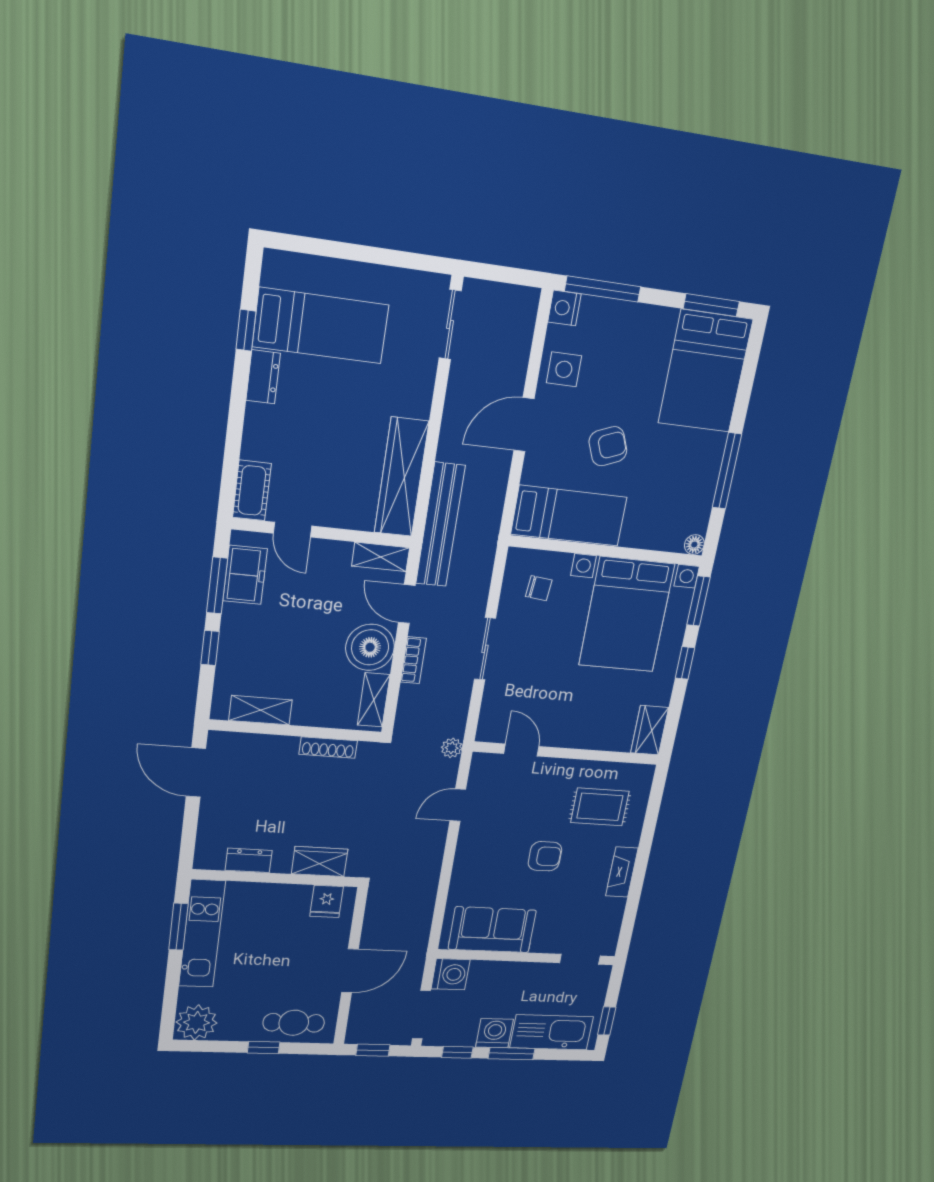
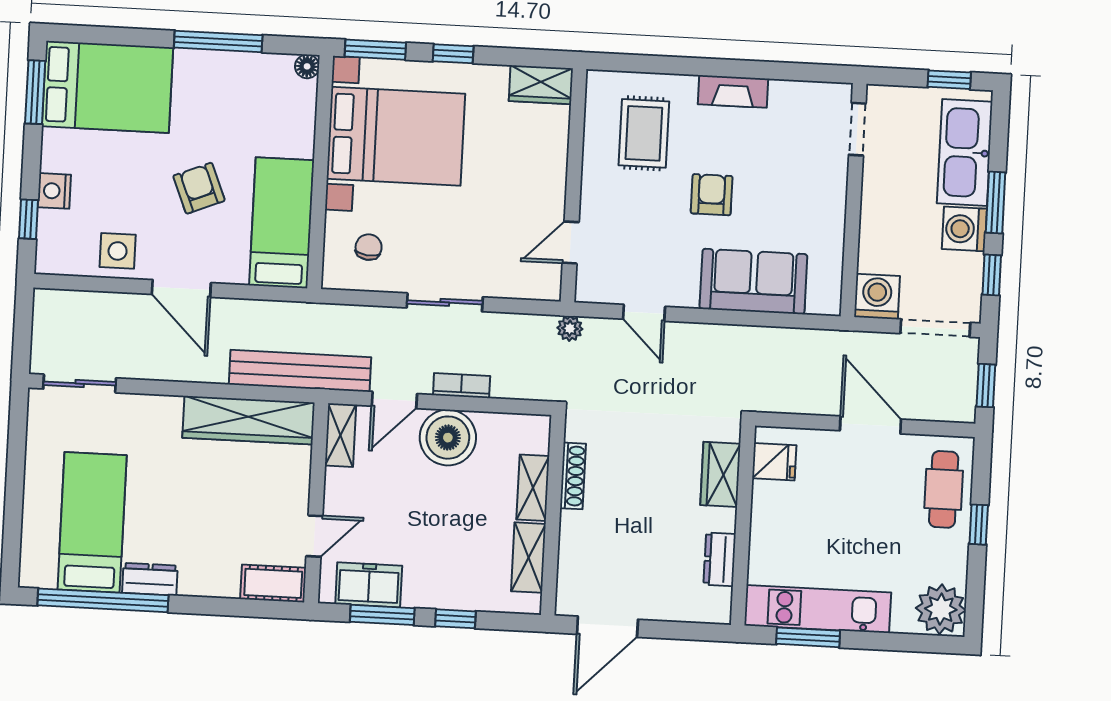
window: (603, 289) -> (29, 219), width x0.46
nightstand: (564, 308) -> (54, 191), moved, turned 90
window: (246, 330) -> (103, 600), width x3.17
shelving: (374, 700) -> (533, 488), moved, turned 90
sofa: (492, 930) -> (753, 281), moved, turned 90

